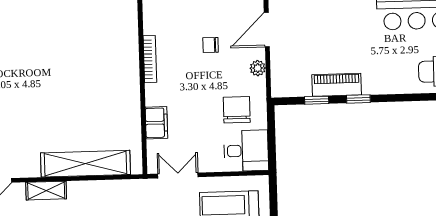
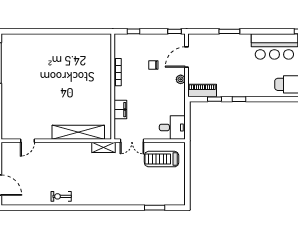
piano: (337, 85) -> (202, 91), moved
chair: (237, 110) -> (168, 103), removed
double door: (178, 175) -> (132, 141), swing flipped
shelving: (46, 191) -> (104, 147), moved

